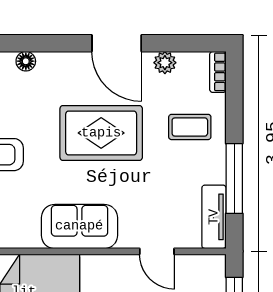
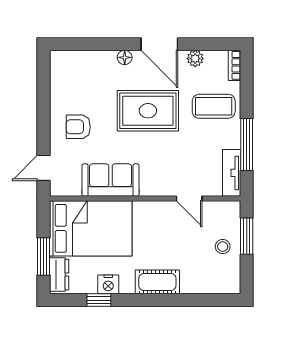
floor lamp: (26, 61) -> (125, 57), moved
coffee table: (190, 127) -> (214, 106), width x1.36, depth x1.30
sofa: (79, 226) -> (110, 180), moved

